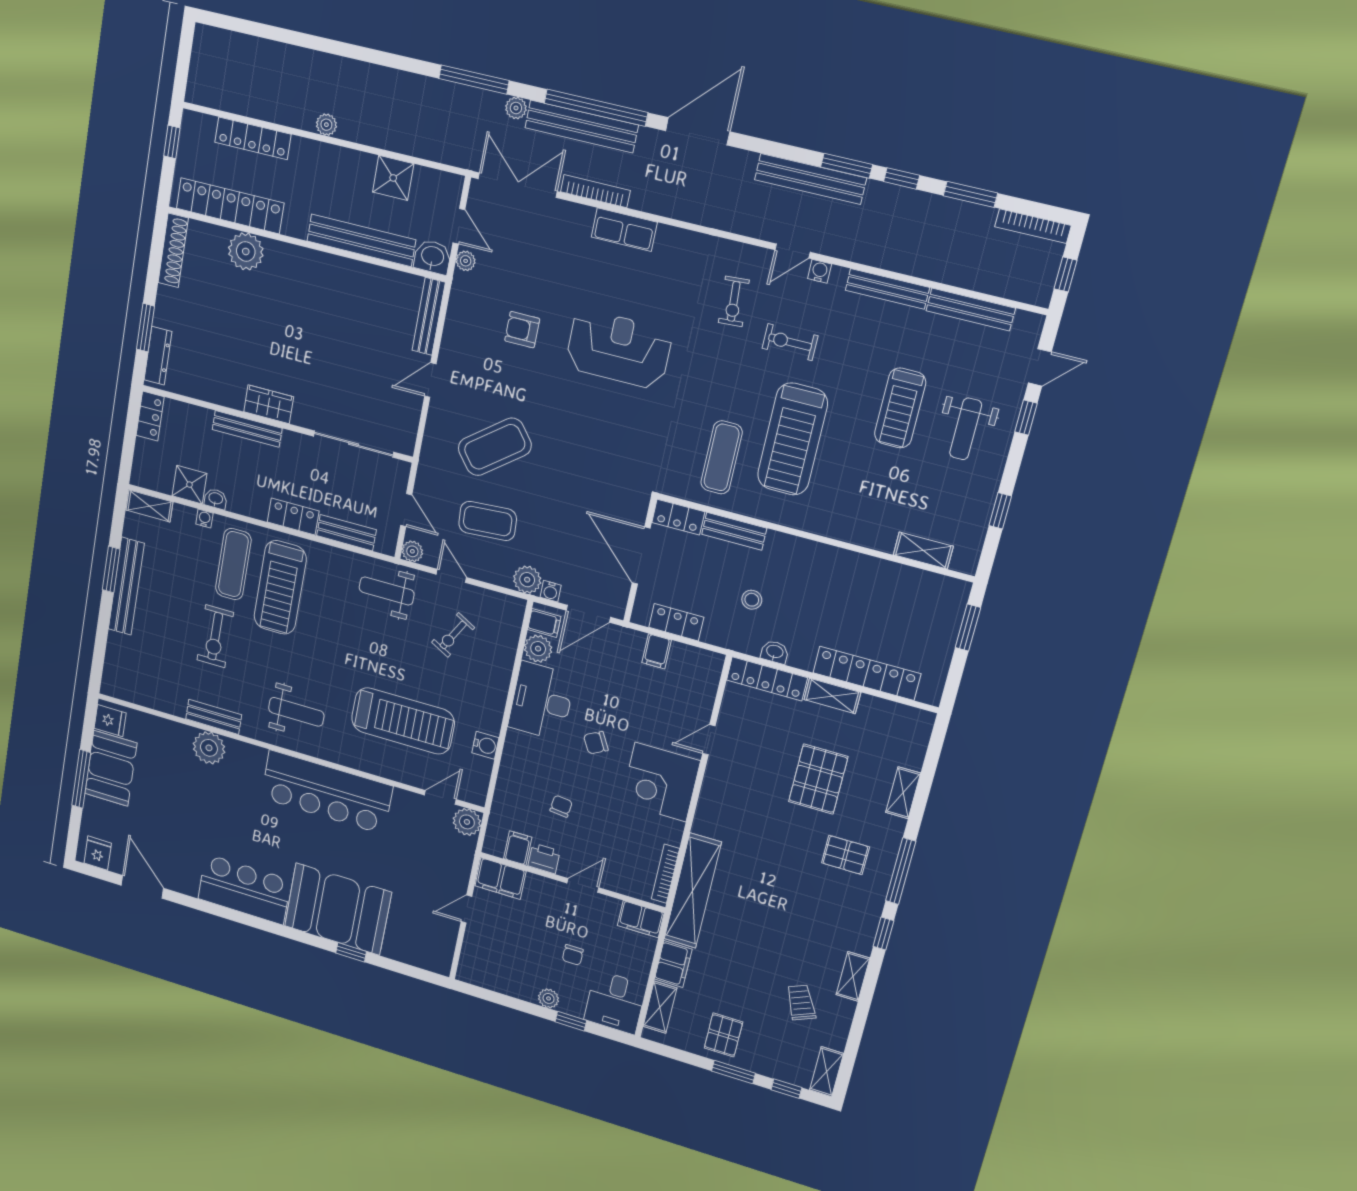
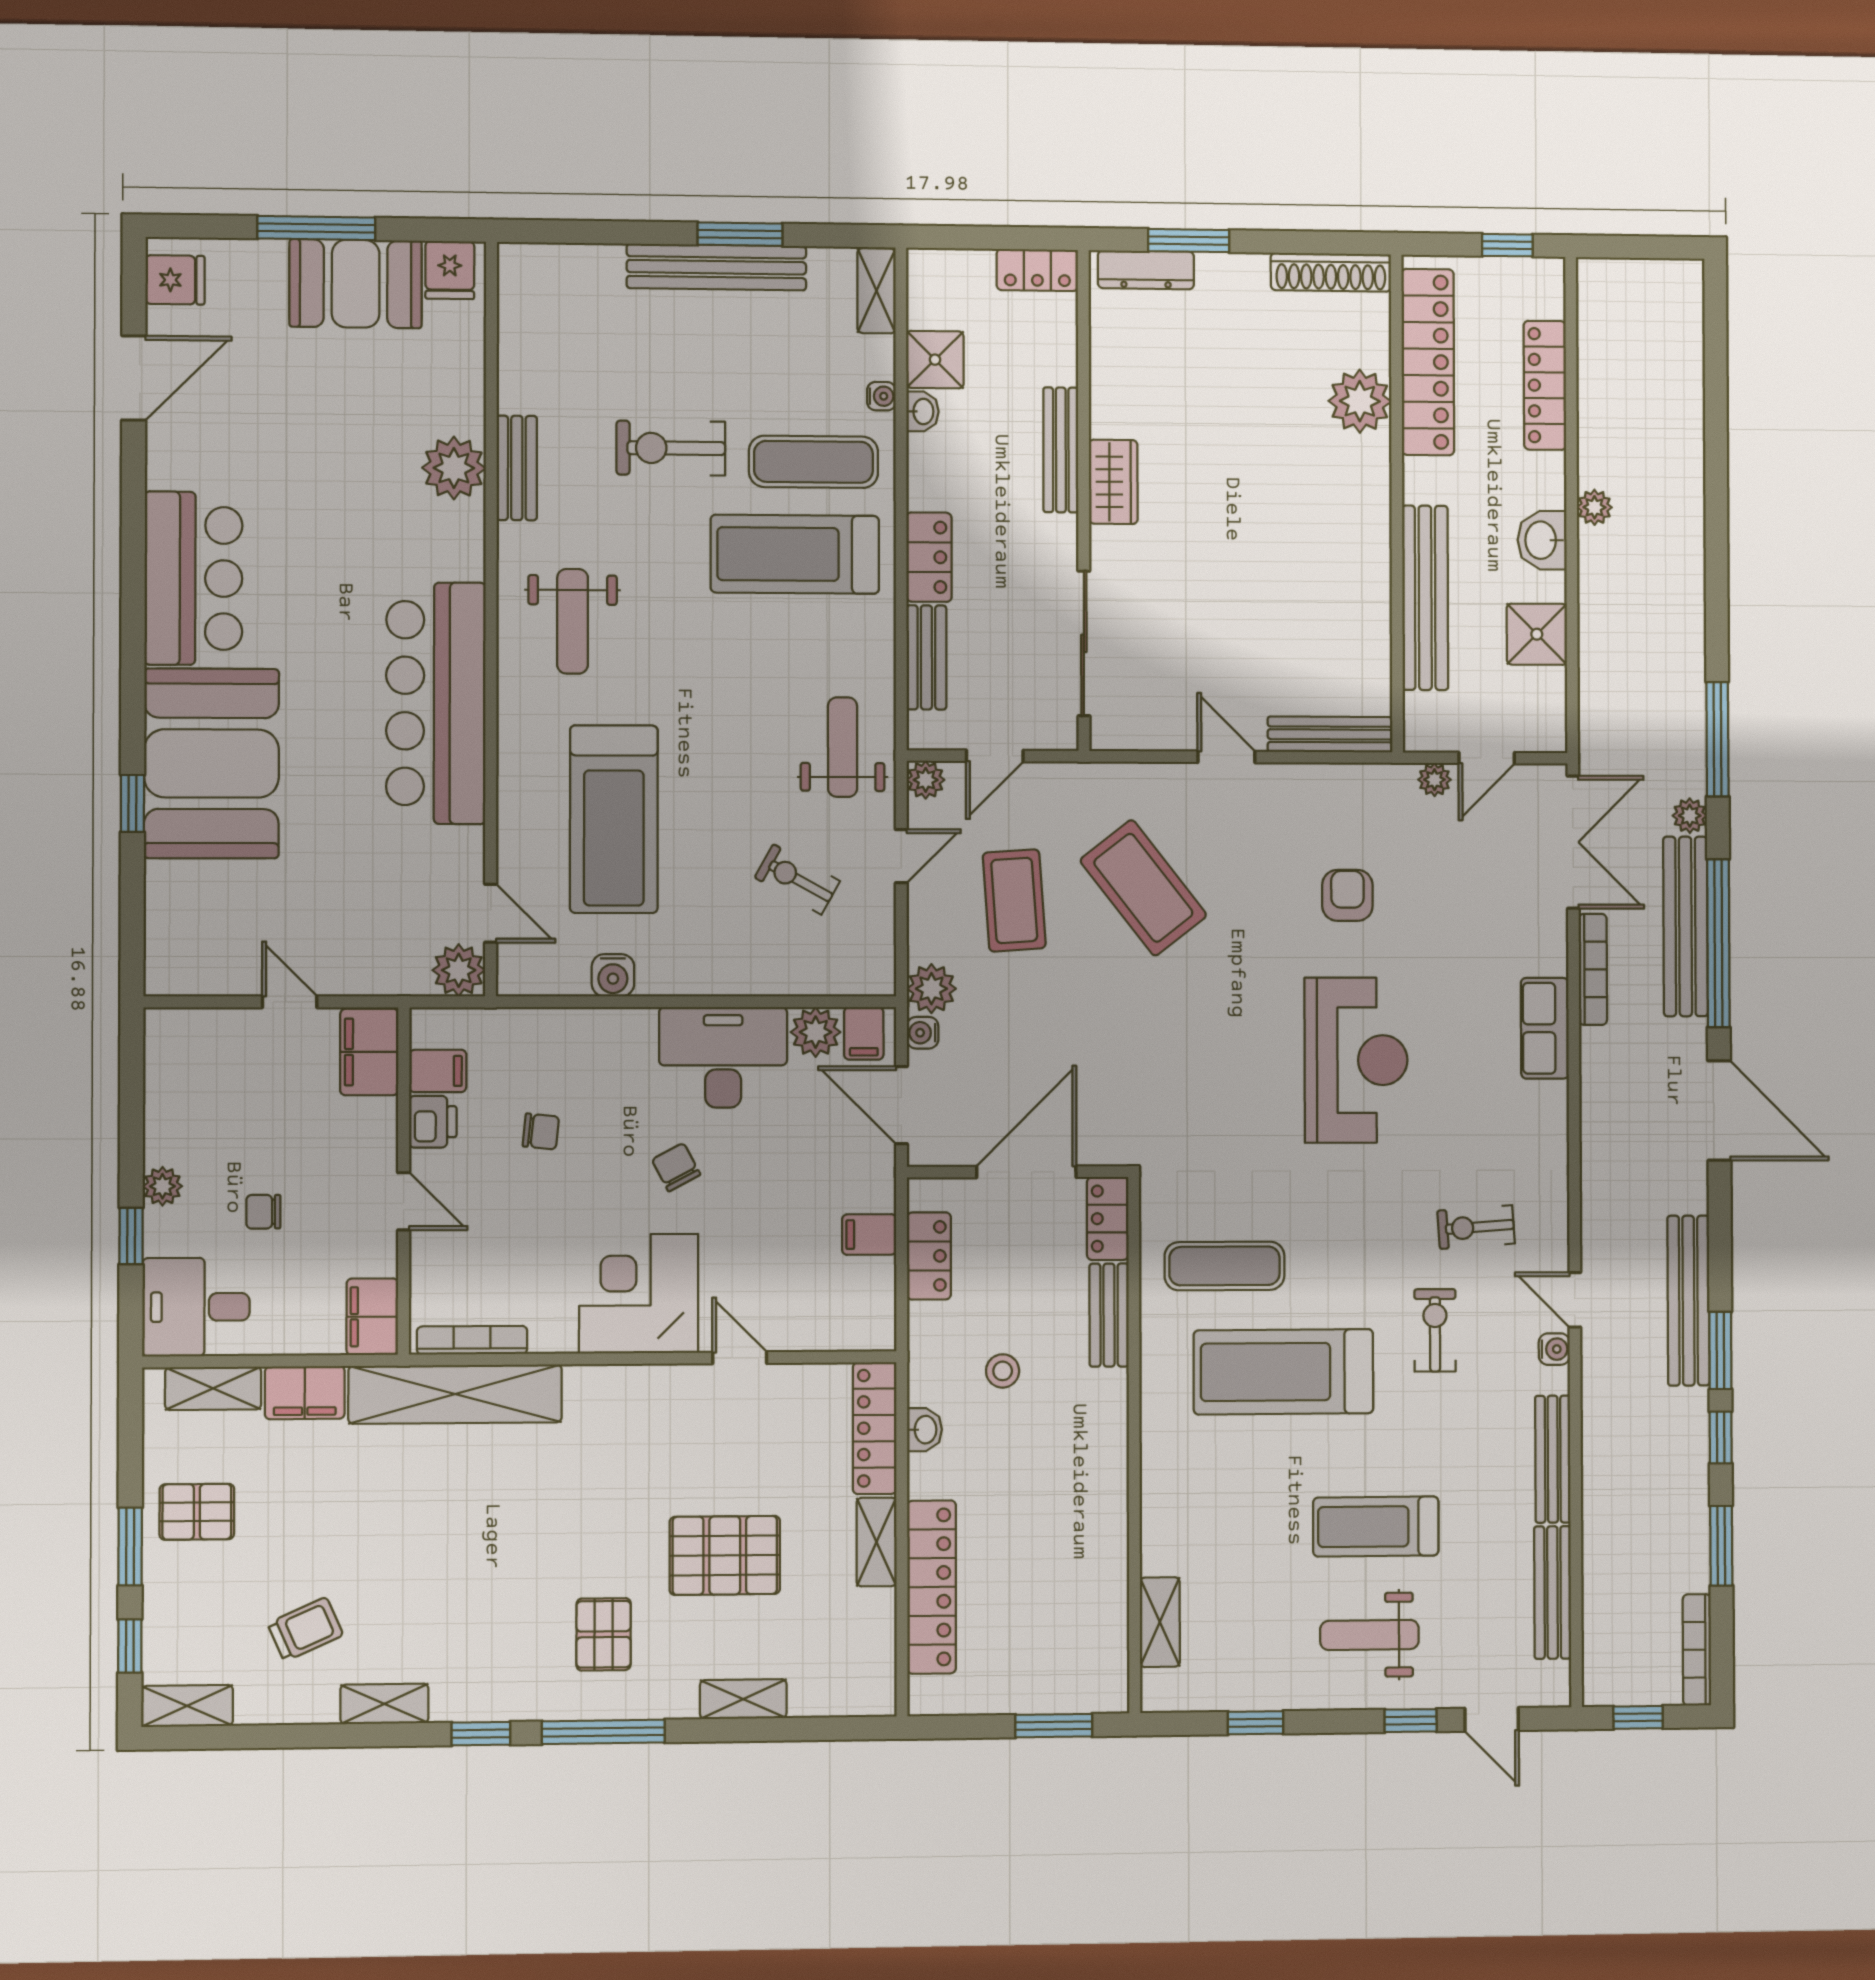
washbasin: (432, 257) -> (1542, 540), moved, turned 180

